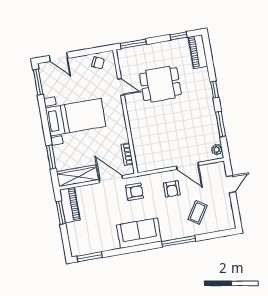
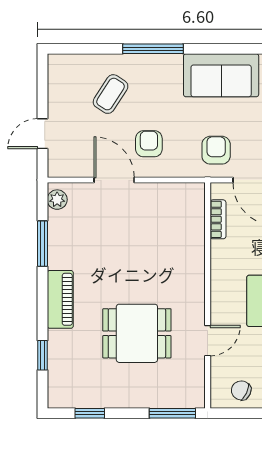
piano: (198, 52) -> (60, 299), moved
door: (121, 87) -> (208, 341), swing flipped
window: (215, 90) -> (42, 355), moved
armchair: (135, 192) -> (216, 150), turned 90

